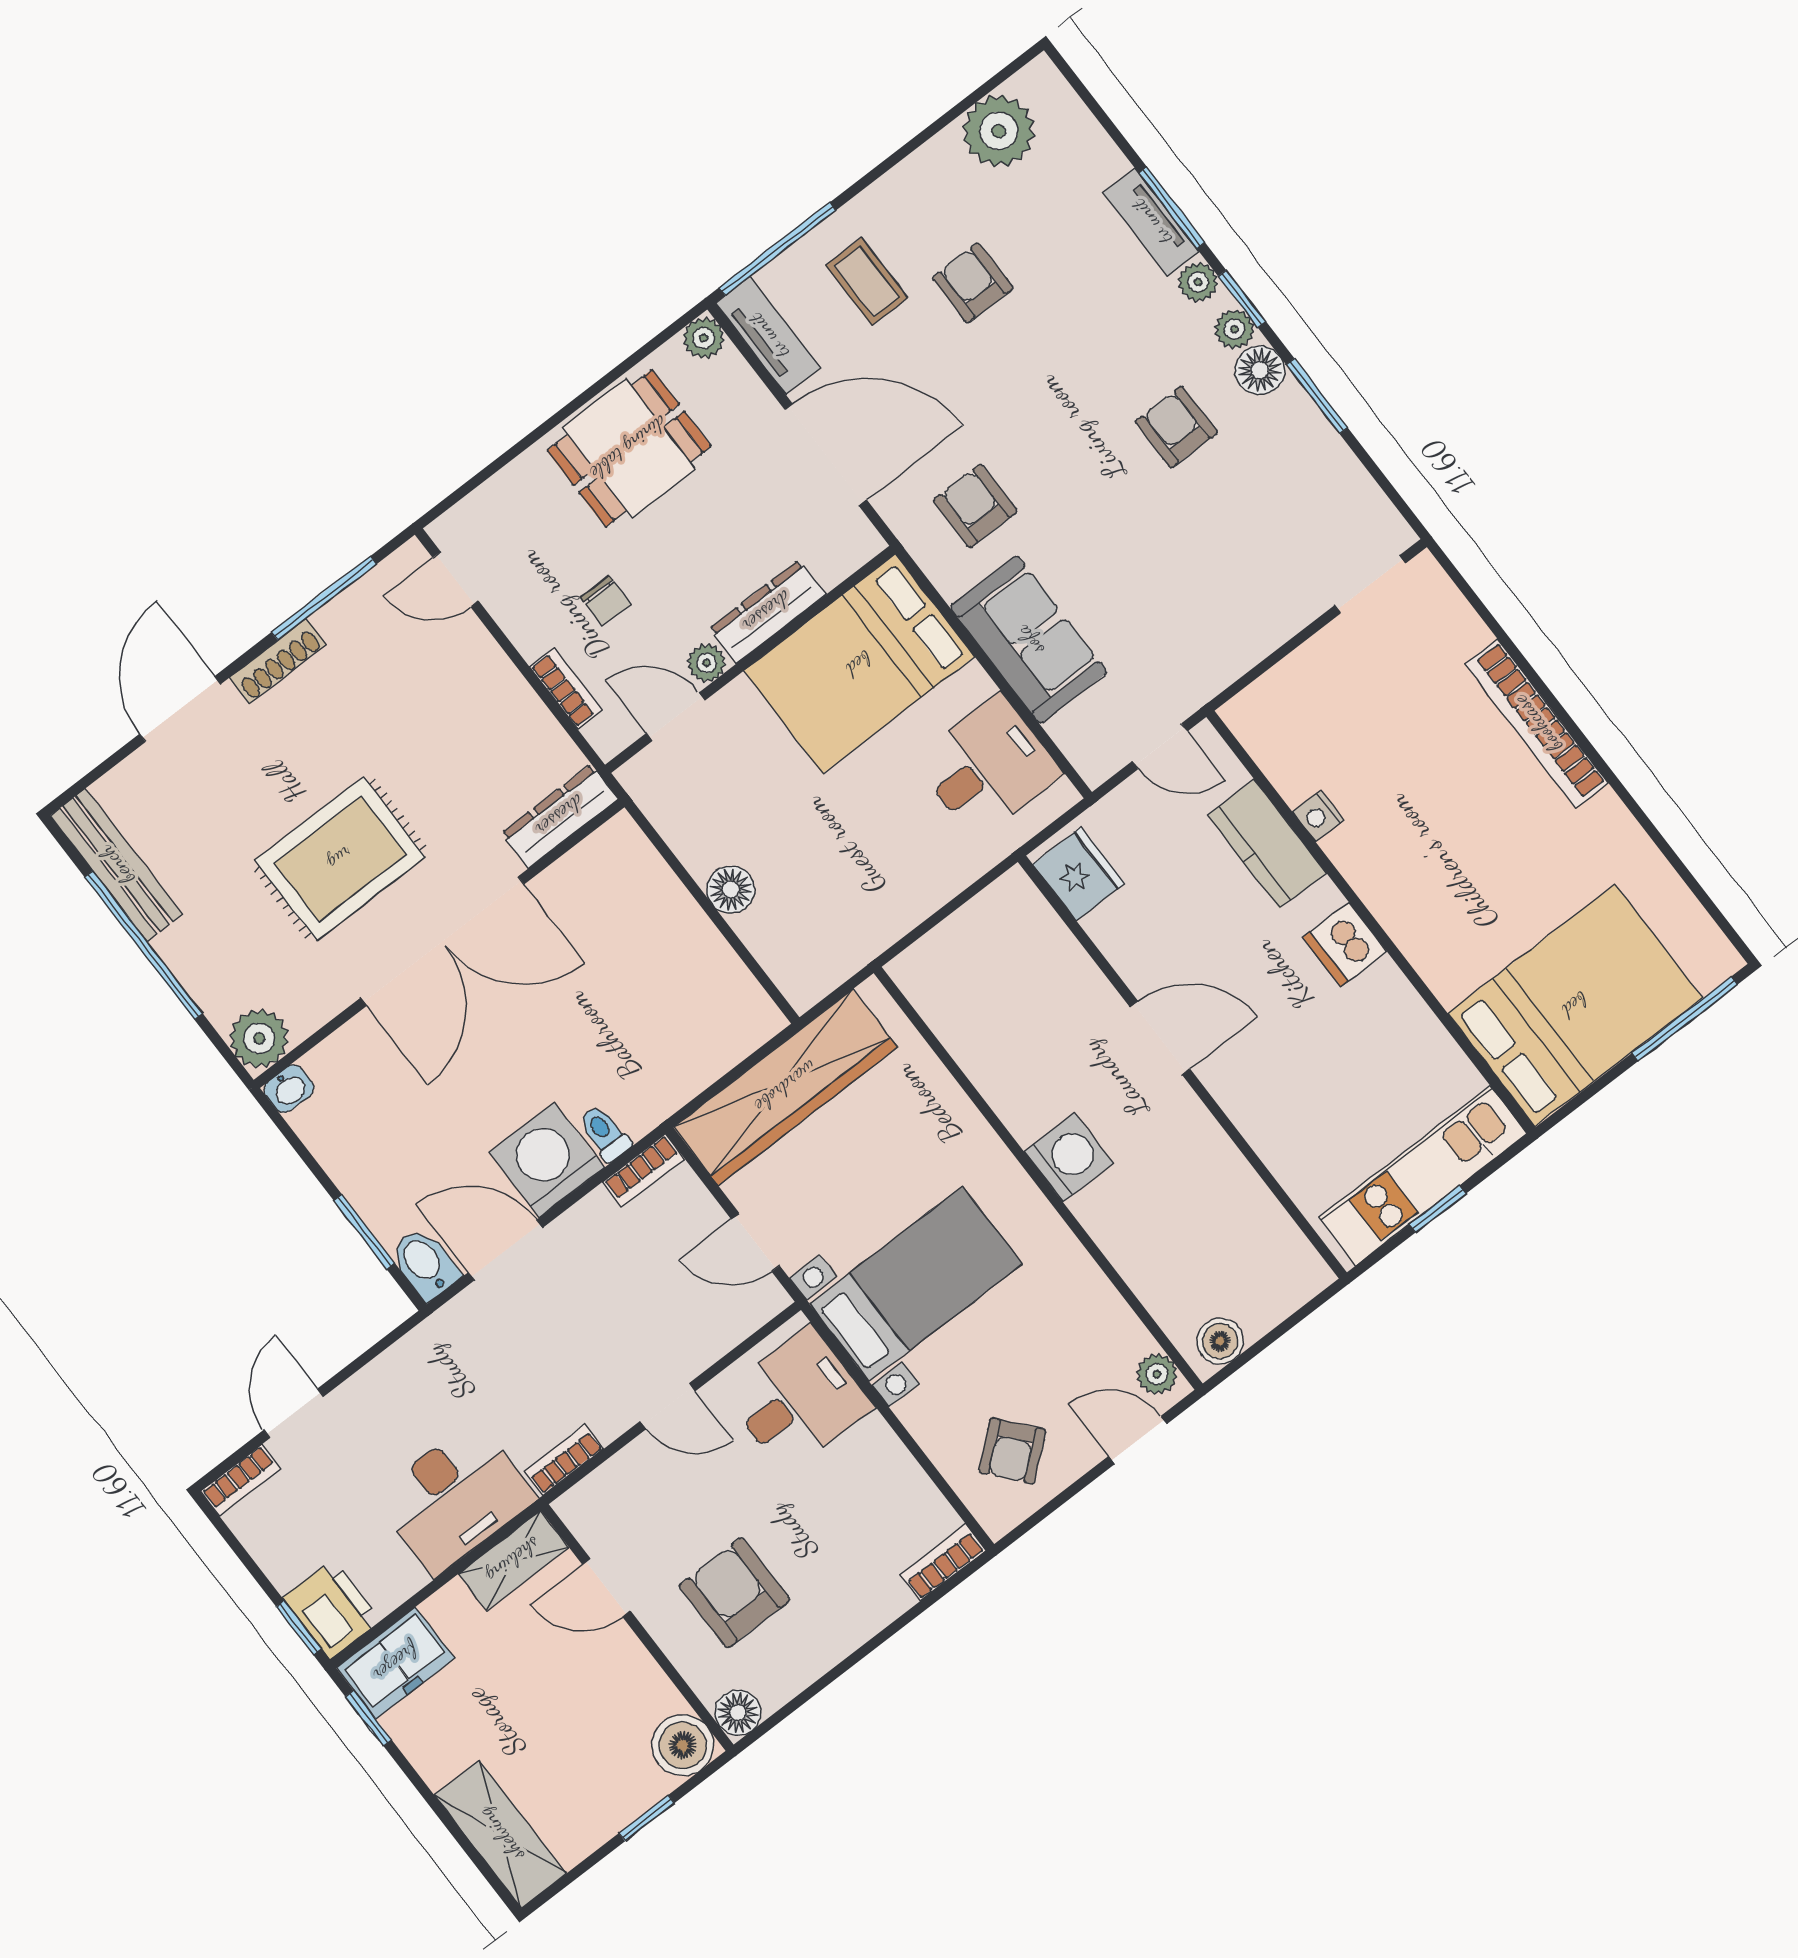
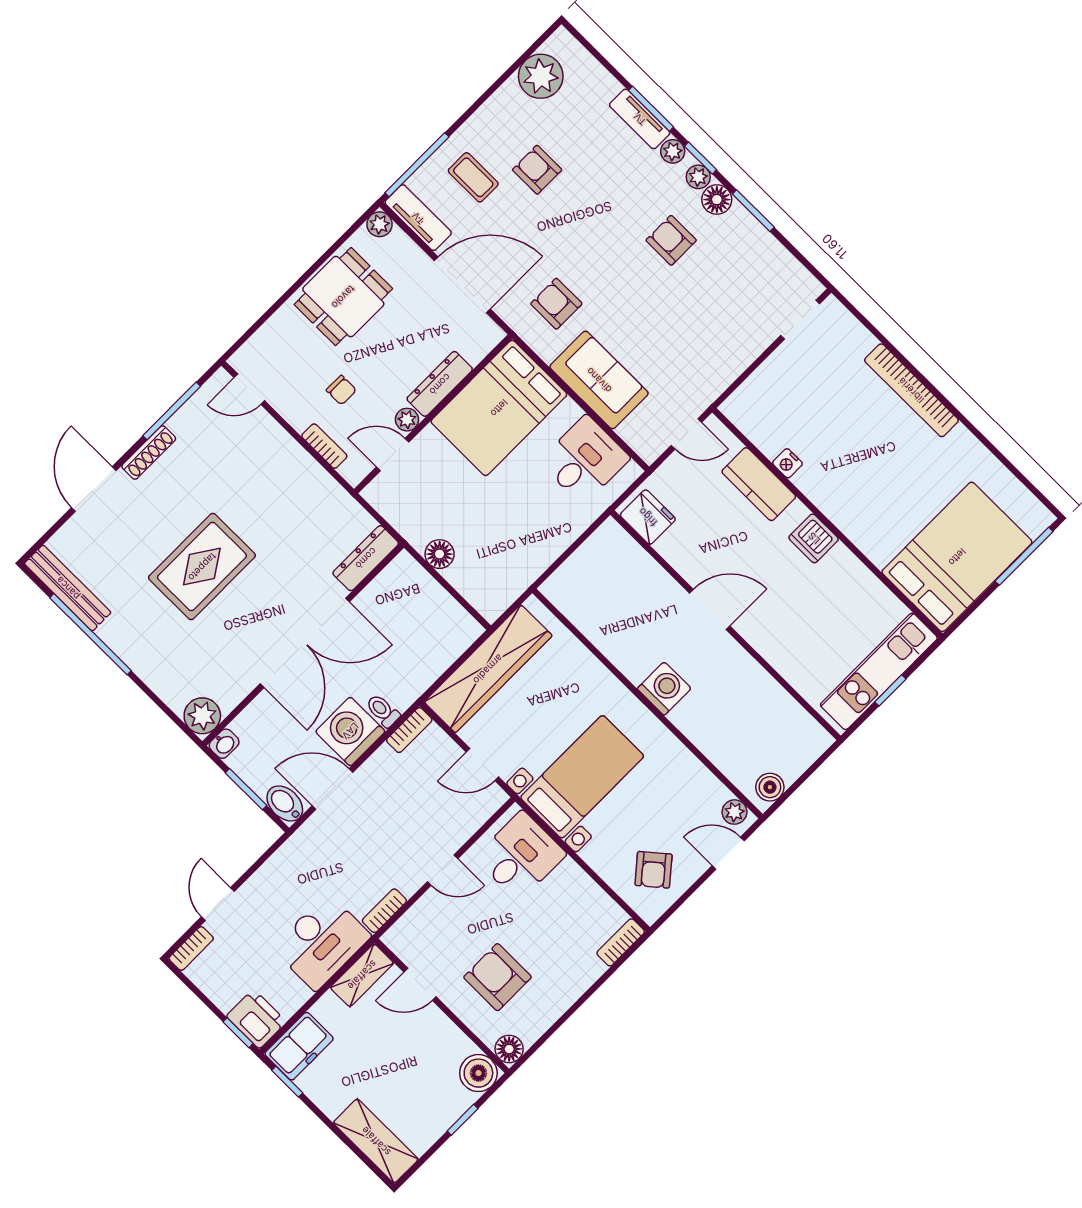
dresser: (560, 816) -> (366, 558), moved
double door: (442, 941) -> (305, 643), moved
wall: (439, 944) -> (303, 644), moved
plant: (259, 1038) -> (202, 716), moved
washbasin: (289, 1089) -> (224, 744), moved

